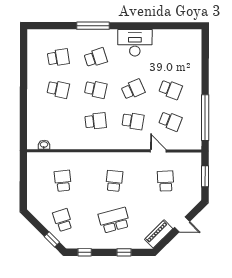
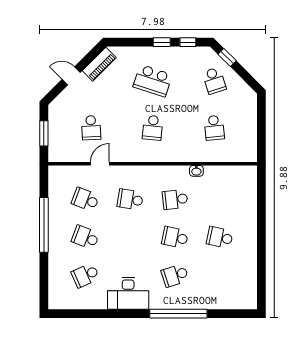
window: (93, 26) -> (178, 314), width x1.46
school desk: (58, 58) -> (220, 275), removed
school desk: (133, 89) -> (85, 275), moved
window: (205, 118) -> (44, 225), moved
washbasin: (44, 145) -> (196, 171), moved
door: (158, 151) -> (100, 164), swing flipped
school desk: (114, 220) -> (153, 81), turned 33
window: (124, 252) -> (162, 42), moved

